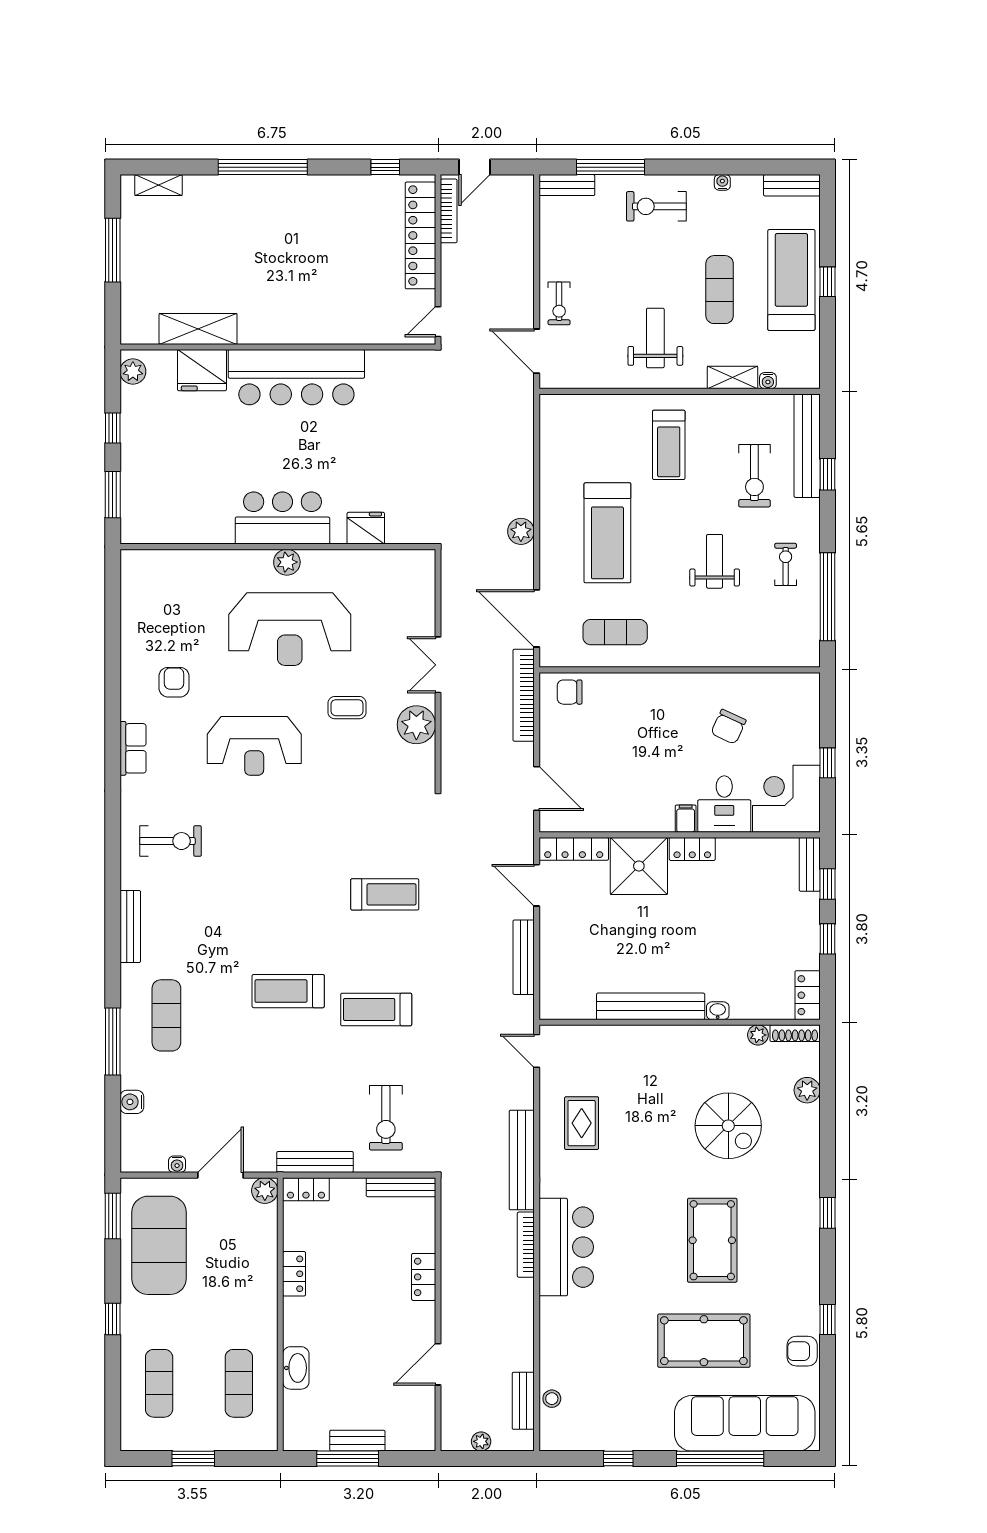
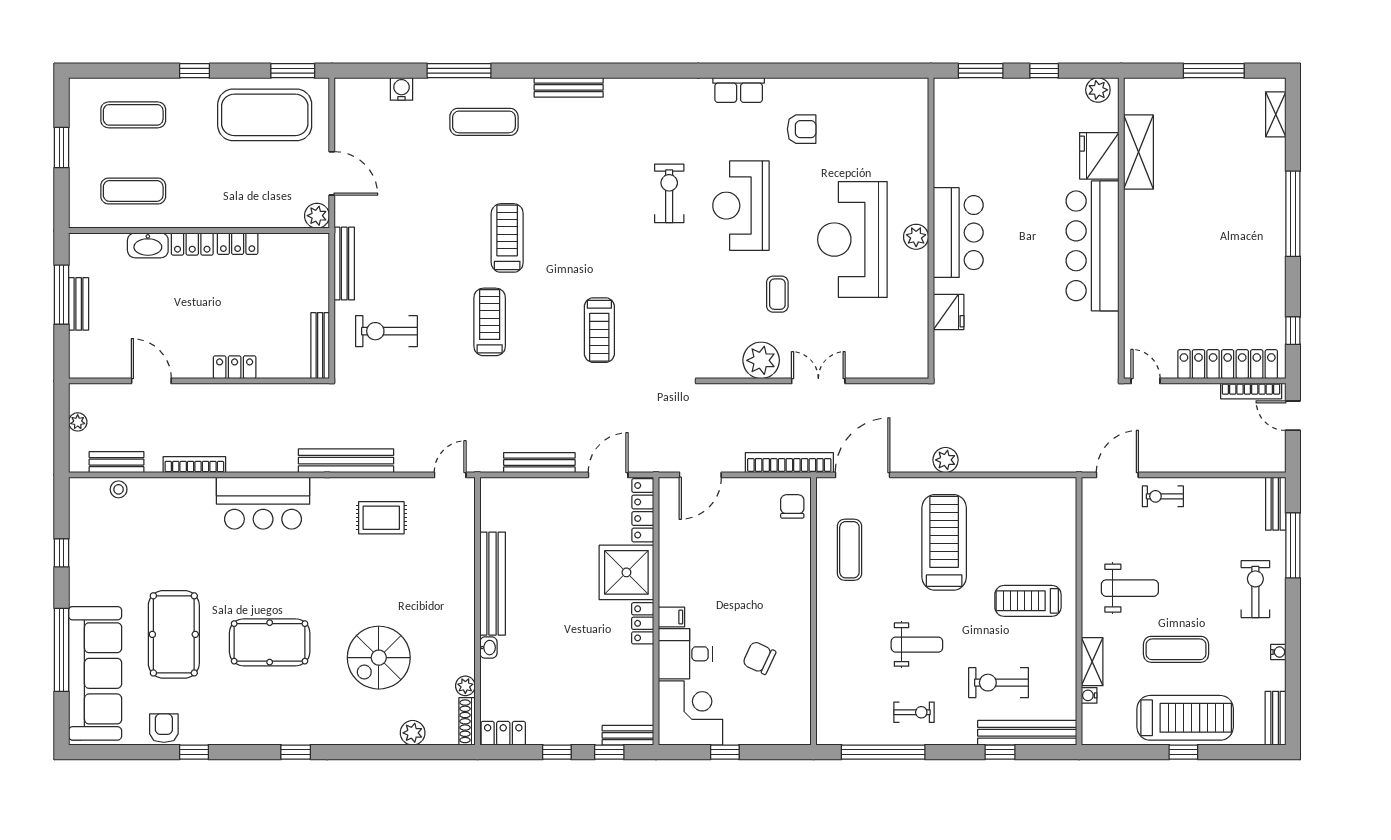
treadmill: (607, 533) -> (944, 542), turned 90
exercise bike: (171, 841) -> (669, 193), moved, turned 180
water cooler: (177, 1164) -> (342, 132), removed
locker: (306, 1189) -> (192, 244), moved, turned -90
bookcase: (526, 1245) -> (194, 465), moved

